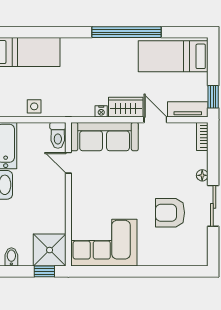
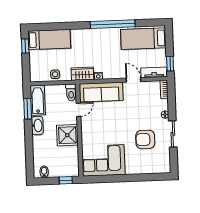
wardrobe: (126, 107) -> (82, 74), moved
door: (68, 163) -> (78, 110), swing flipped
shower: (50, 250) -> (67, 135), moved

